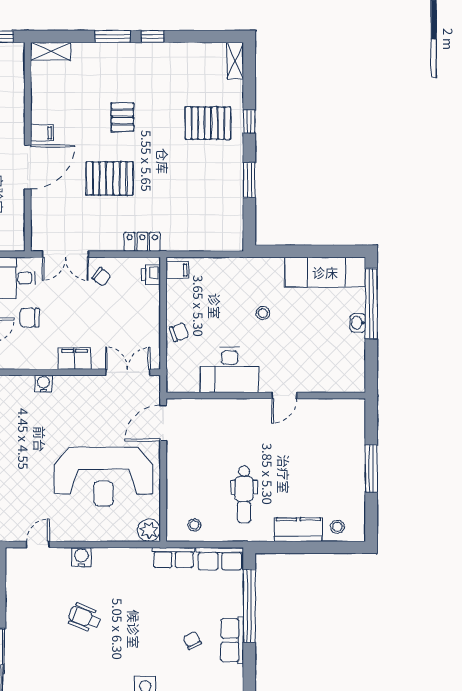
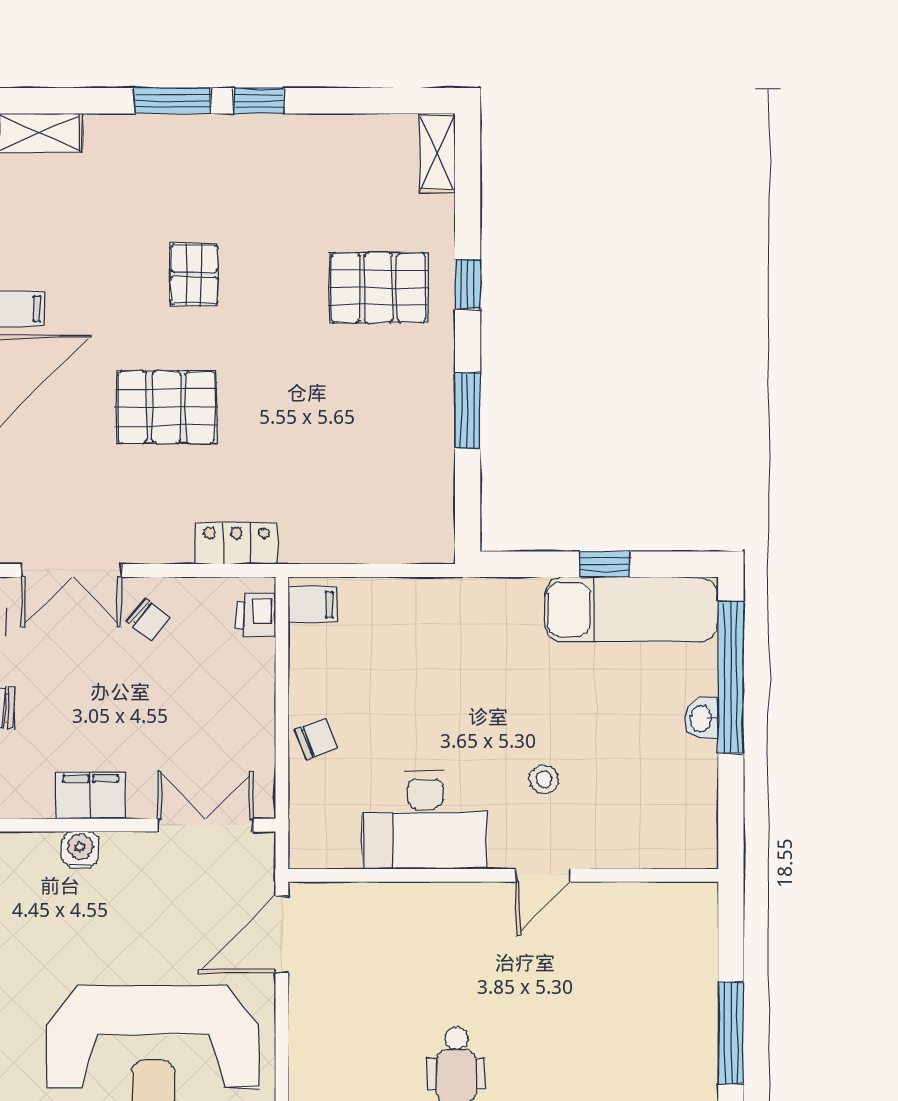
window: (313, 251) -> (605, 564), added
stool: (263, 313) -> (544, 779), moved
water cooler: (43, 384) -> (80, 850), moved

